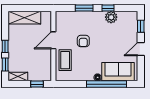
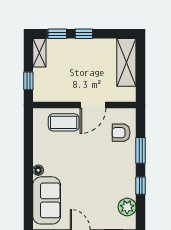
plant: (111, 17) -> (127, 207), moved
door: (53, 40) -> (93, 105), swing flipped
armchair: (83, 41) -> (121, 133), moved
window: (107, 84) -> (28, 183), removed

